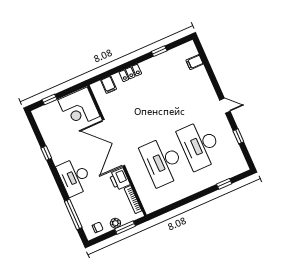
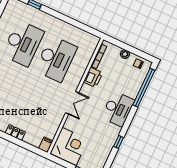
filing cabinet: (109, 85) -> (46, 145), moved
double door: (113, 143) -> (72, 103), width x0.54
window: (73, 214) -> (144, 88), width x1.46
window: (125, 228) -> (122, 45), removed

